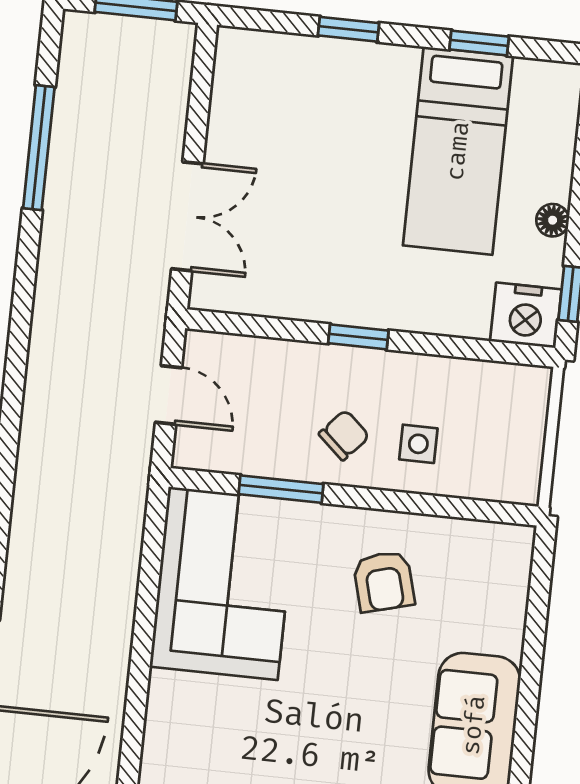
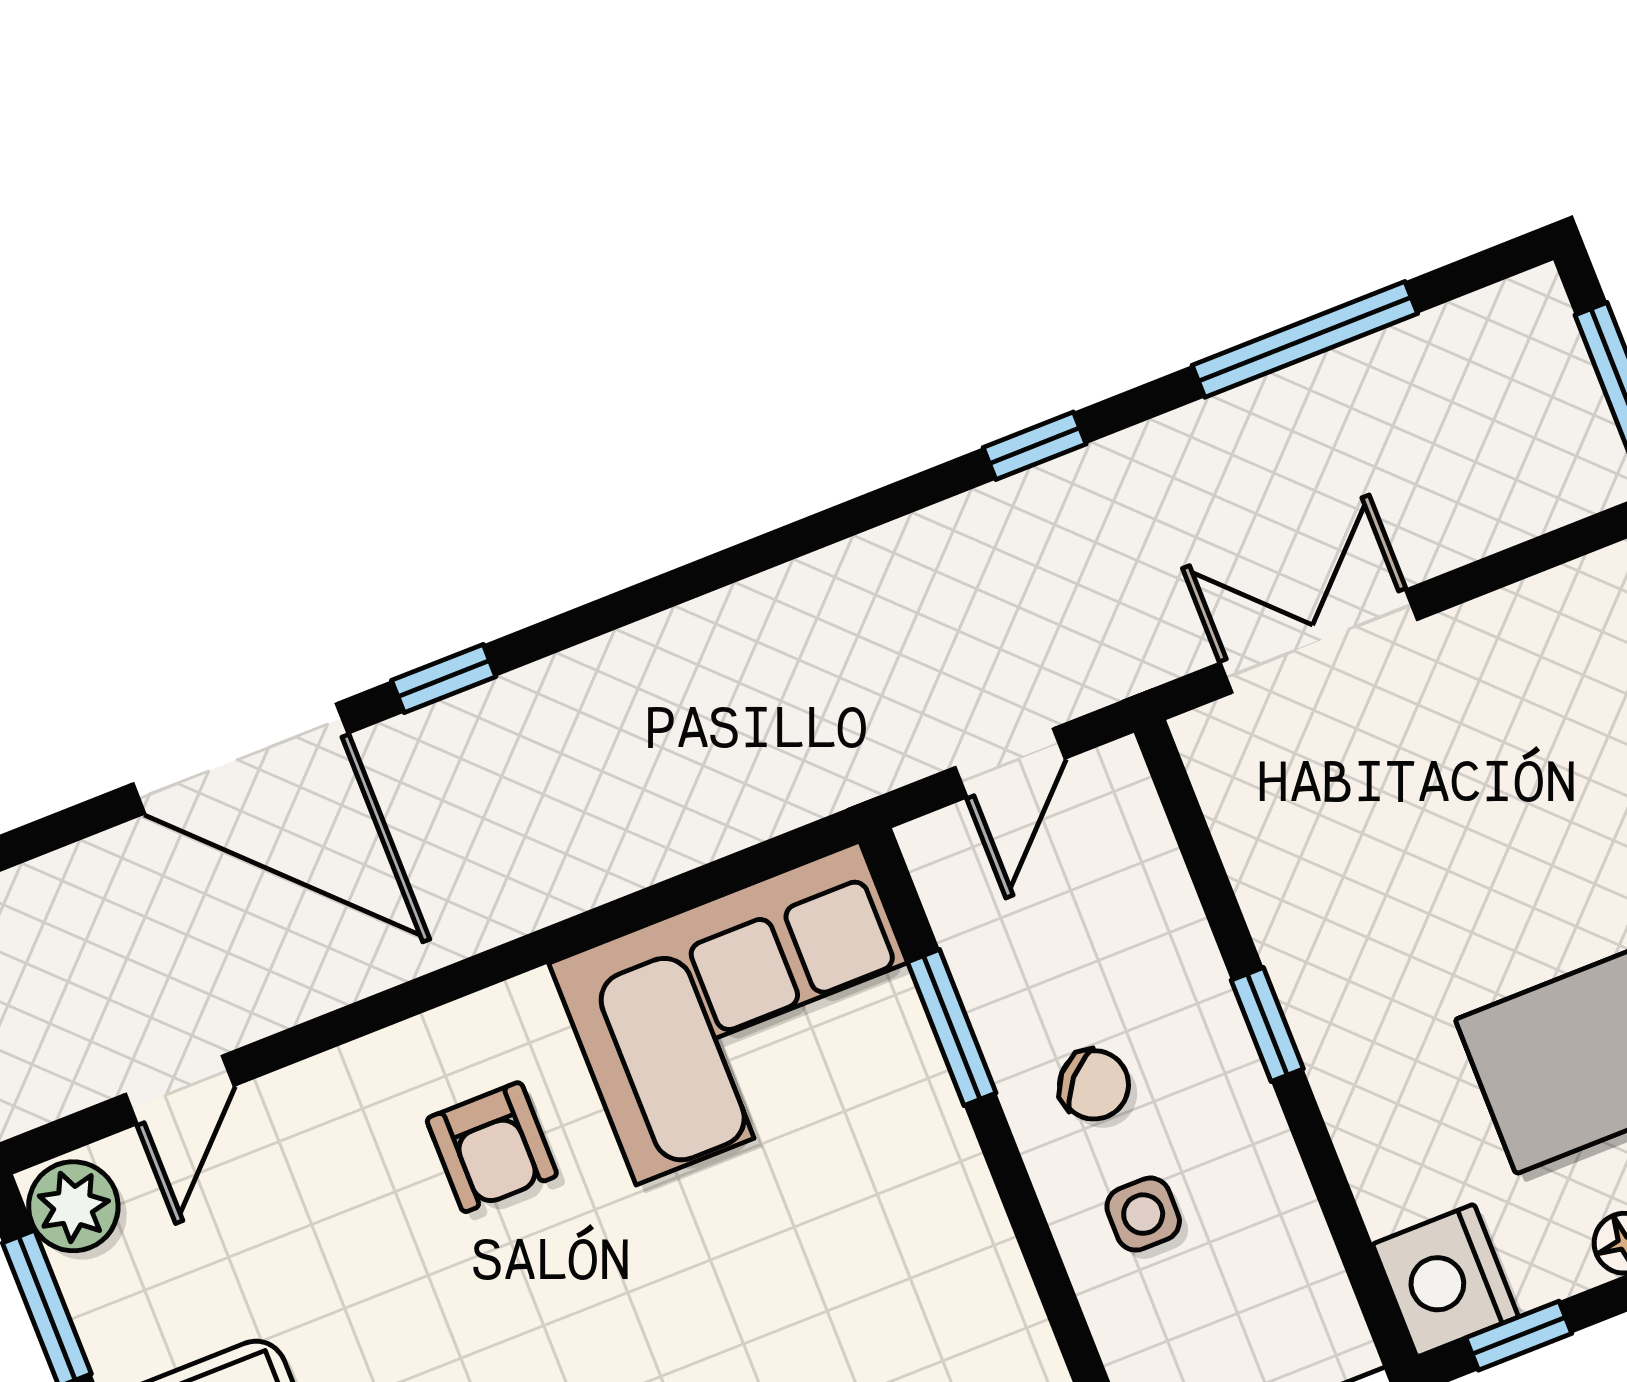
double door: (187, 216) -> (1319, 641), swing flipped
window: (22, 304) -> (1035, 446), added
armchair: (384, 581) -> (492, 1147), moved, turned -75

